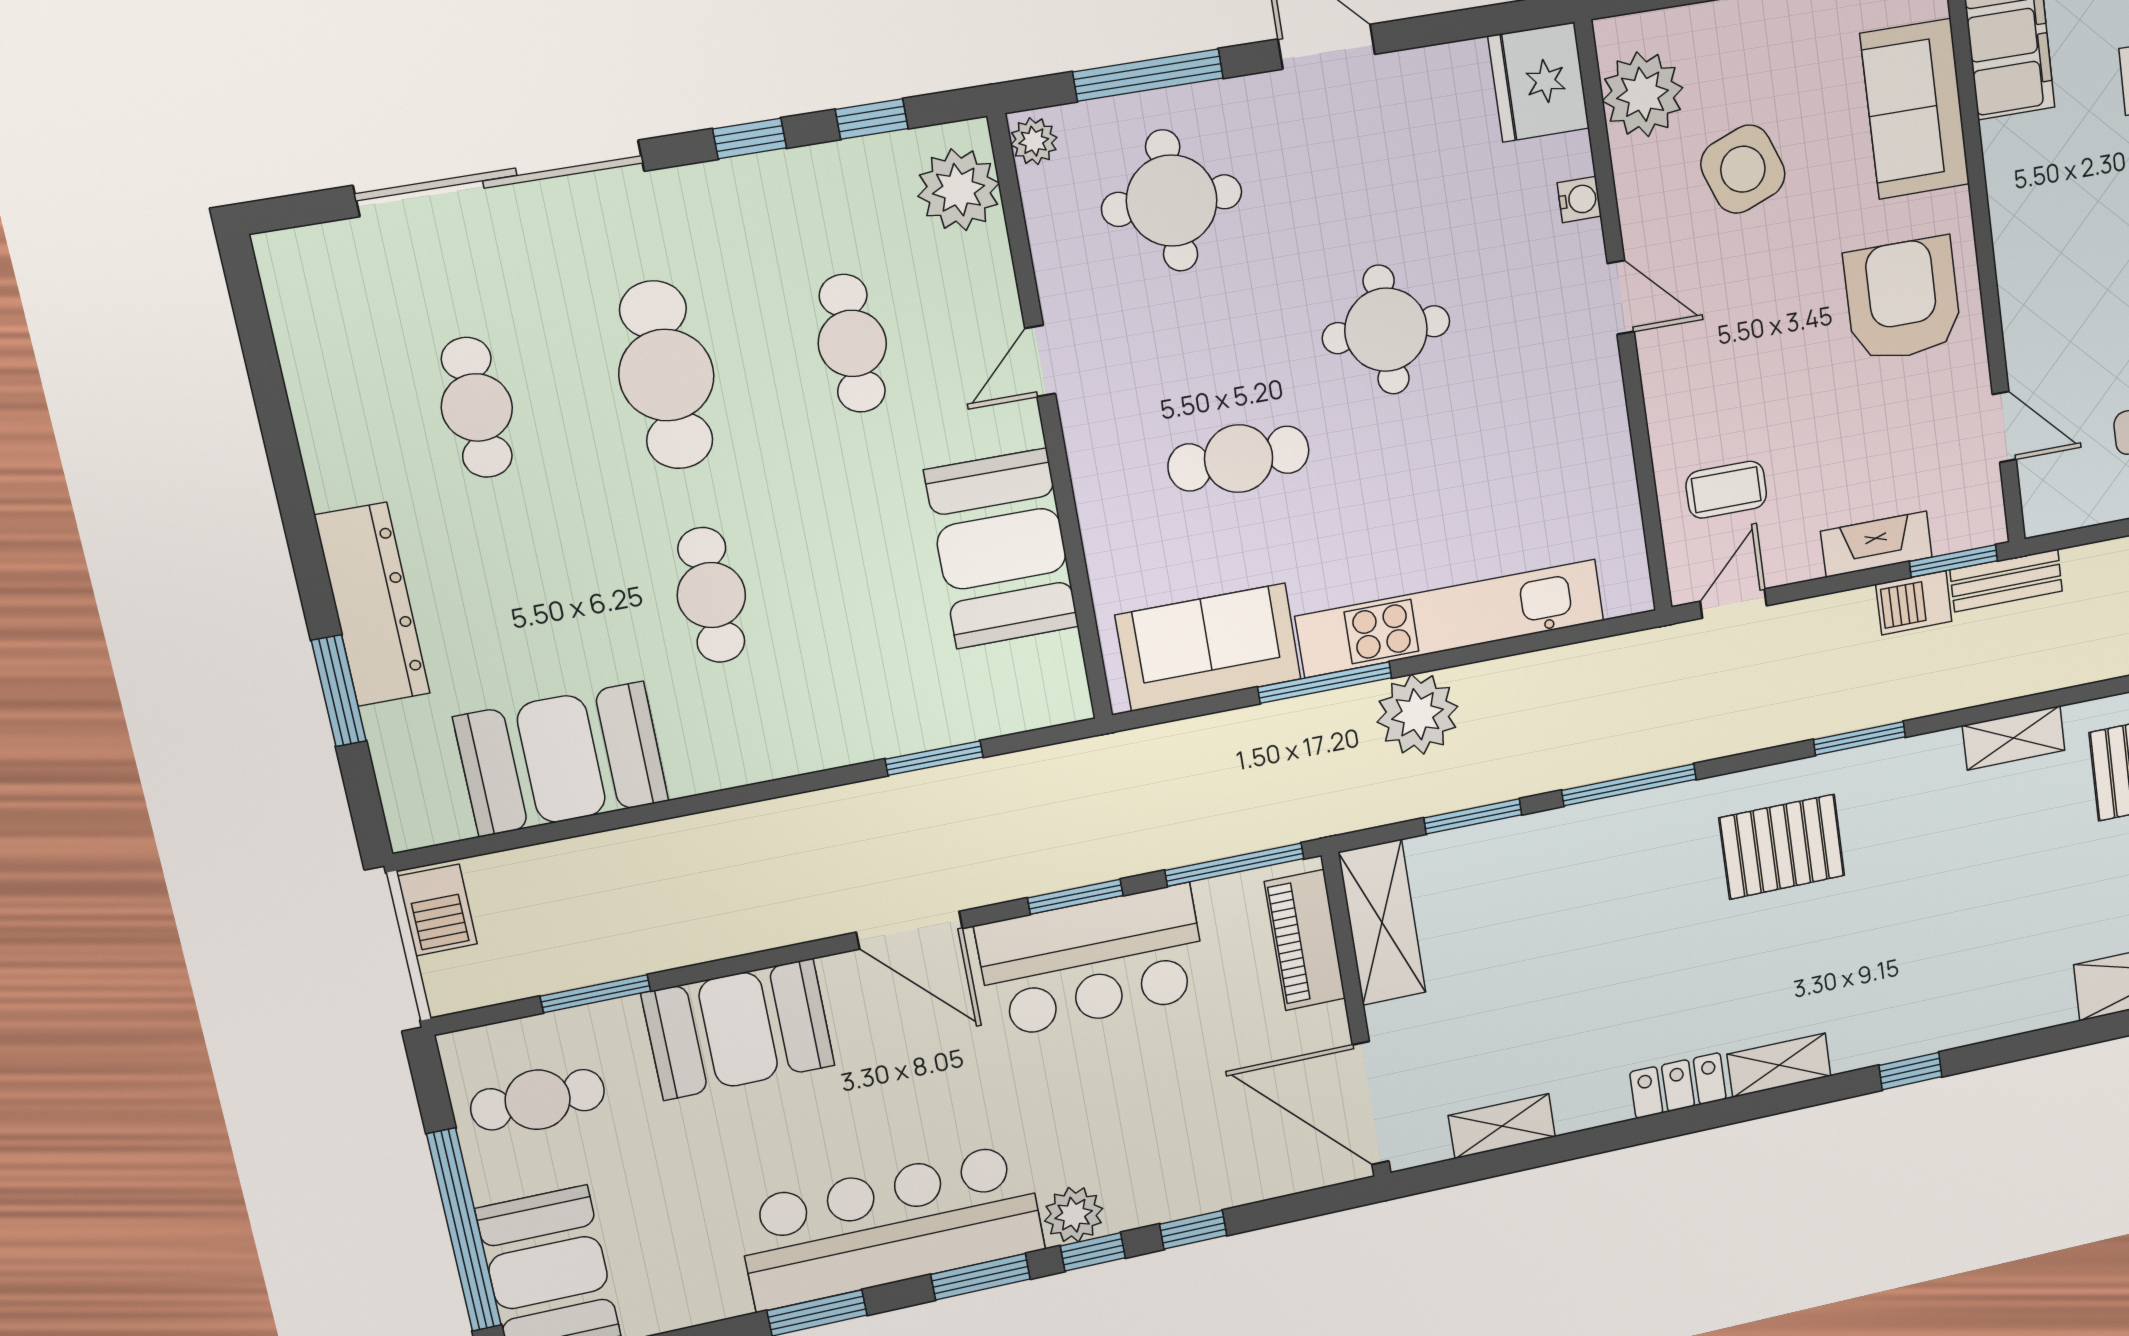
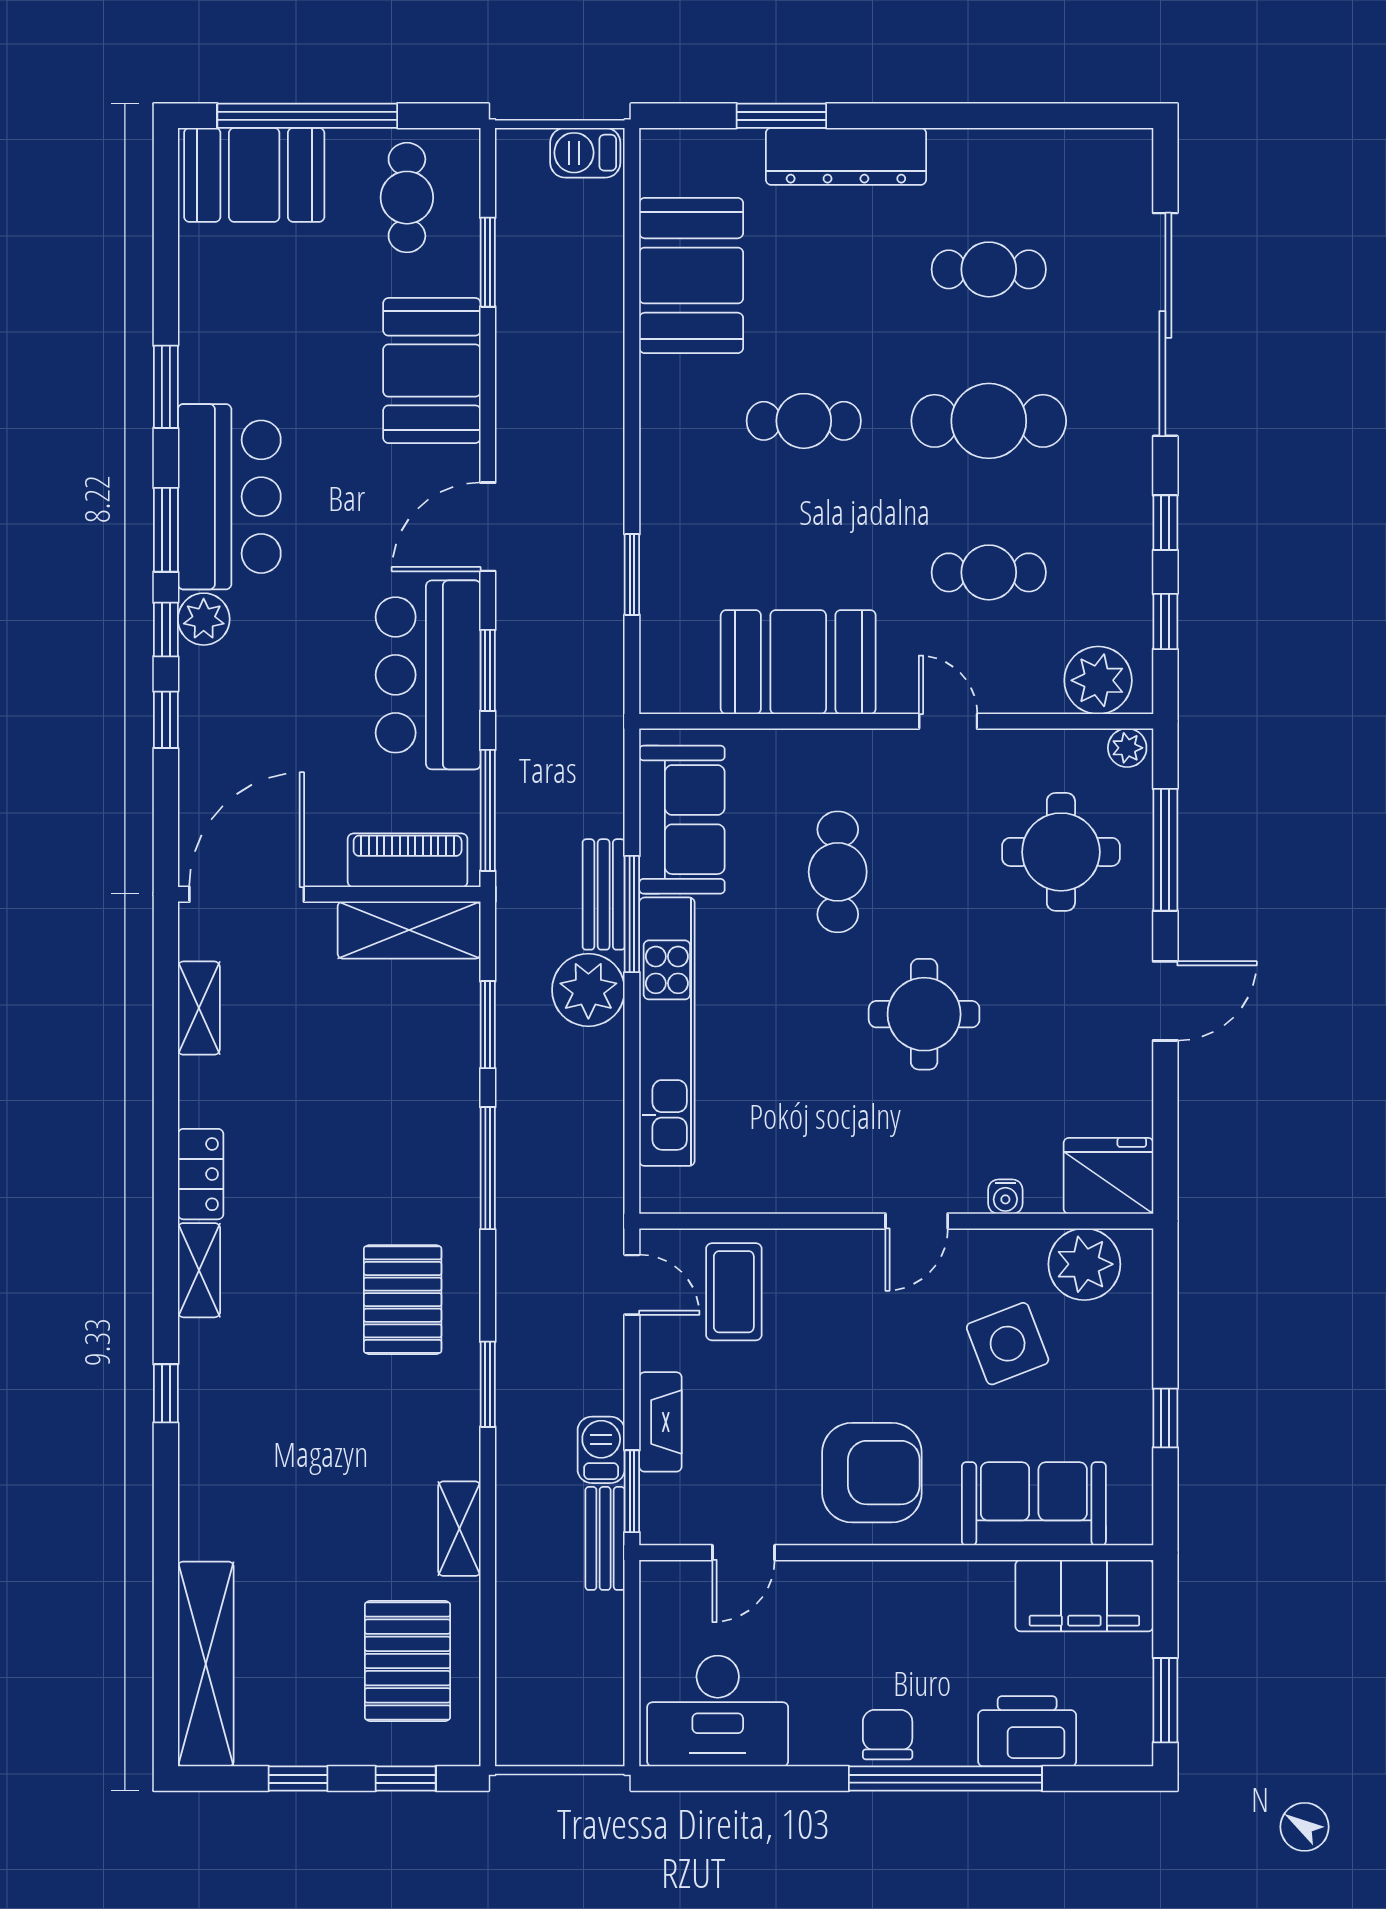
coffee table: (1726, 490) -> (734, 1292), width x1.36, depth x1.30
bench: (1308, 718) -> (604, 894), added
bar counter: (891, 1226) -> (229, 497), width x0.73

